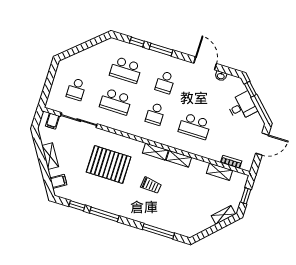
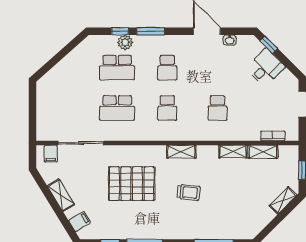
plant: (138, 52) -> (125, 42), added
school desk: (76, 89) -> (67, 108), removed
school desk: (195, 126) -> (218, 108), width x0.54
shelving: (179, 159) -> (233, 151), moved

